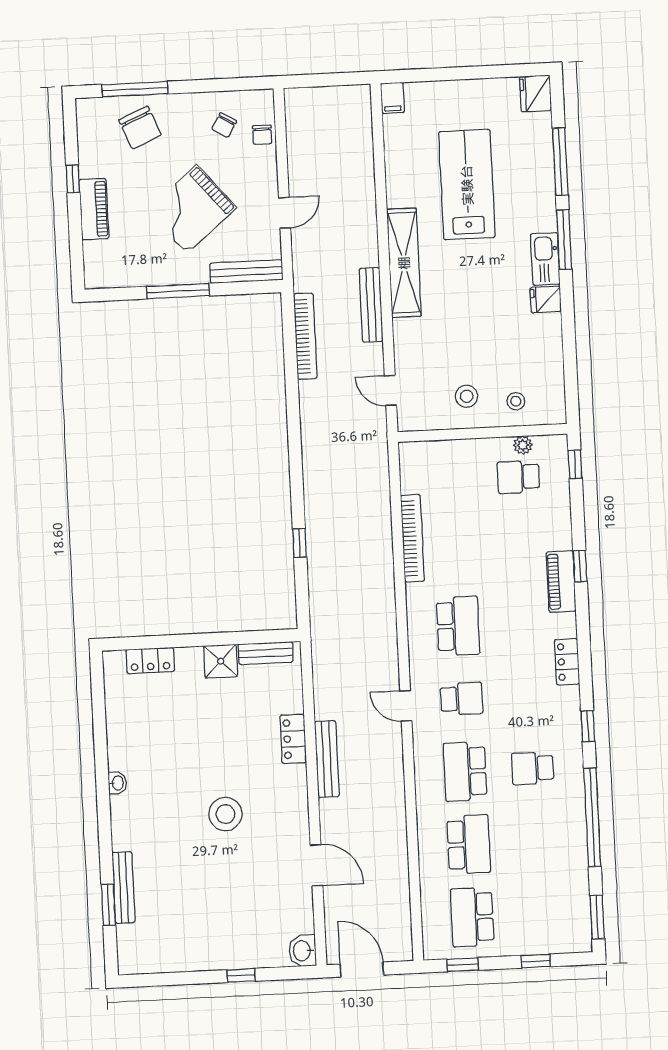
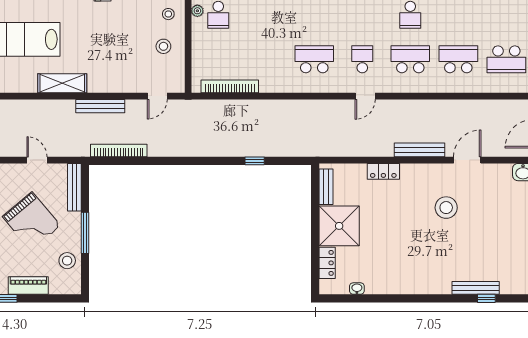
shelving: (404, 263) -> (62, 83), width x0.68
stool: (134, 266) -> (67, 261), added
bookcase: (412, 538) -> (230, 86), moved
shower: (221, 661) -> (339, 226), width x1.86, depth x1.86
bench: (327, 759) -> (420, 150), moved
school desk: (465, 772) -> (410, 59), turned 180
washbasin: (117, 783) -> (357, 289), moved
stool: (225, 814) -> (446, 208), moved
window: (108, 905) -> (486, 298), width x0.67

